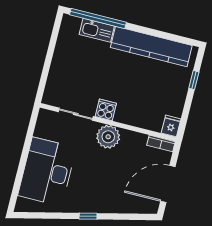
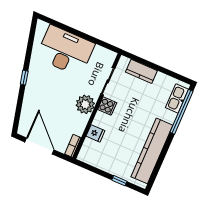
kitchen sink: (97, 30) -> (177, 98), moved
kitchen counter: (57, 75) -> (141, 71), added
fridge: (171, 126) -> (95, 133), moved

